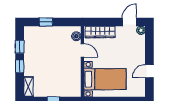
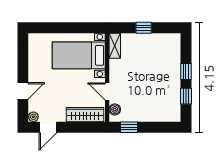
window: (46, 22) -> (129, 127), moved
door: (149, 71) -> (23, 91), moved
shelving: (28, 87) -> (115, 46), moved

